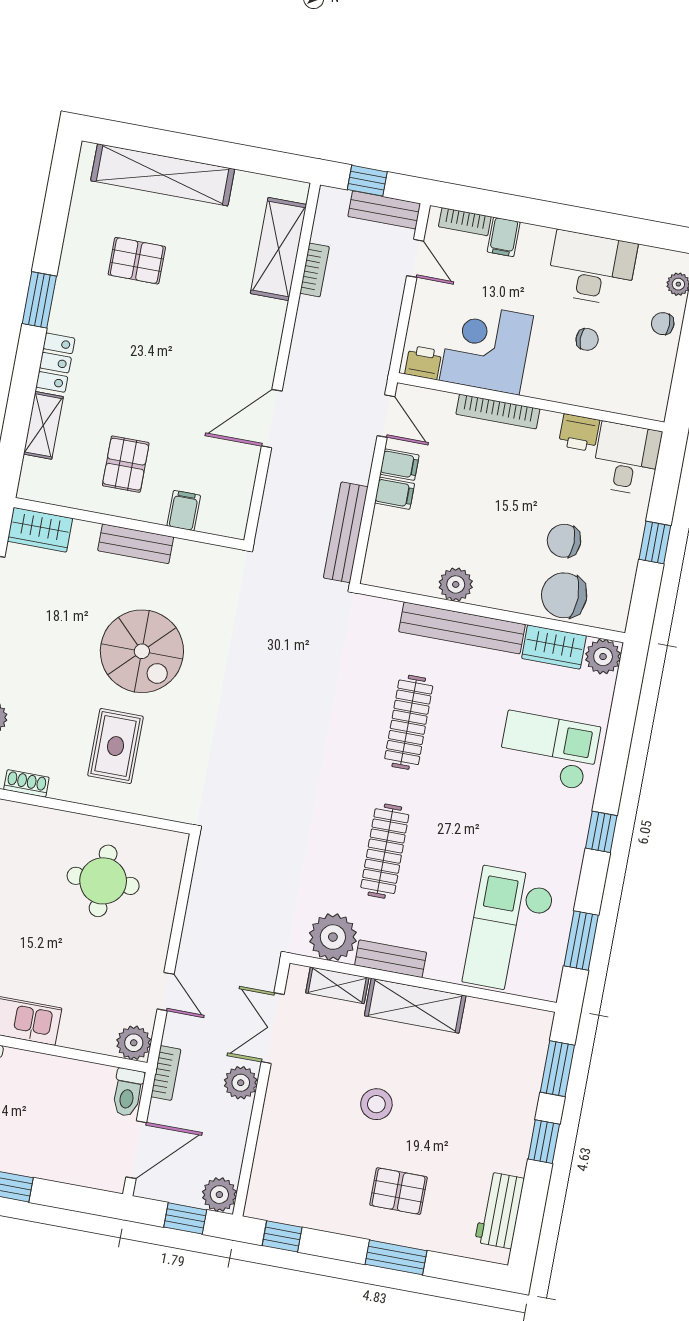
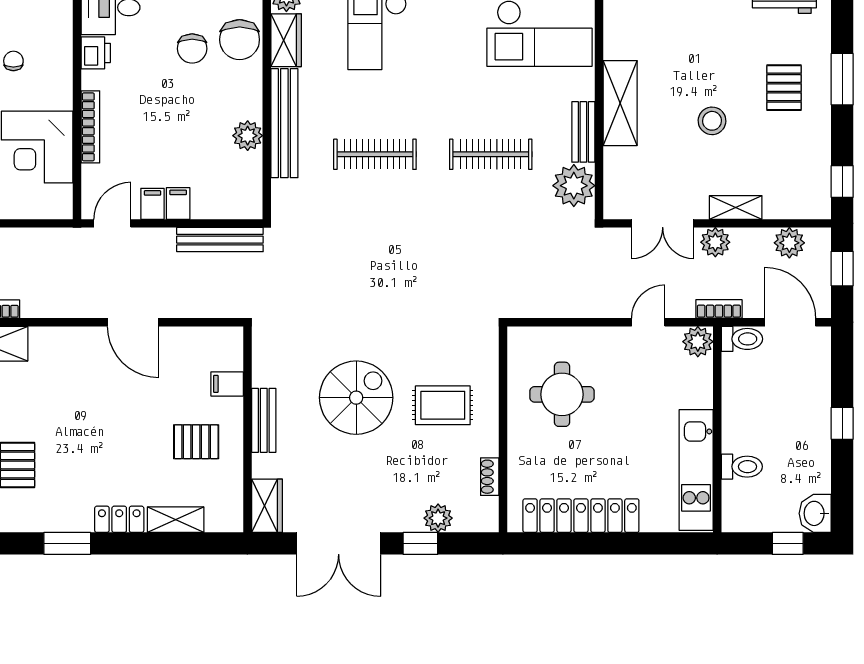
printer: (423, 363) -> (60, 200), removed
shelving: (337, 985) -> (736, 207), moved, turned 90
plant: (219, 1195) -> (789, 243), moved

